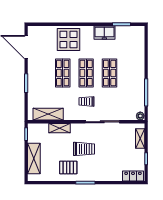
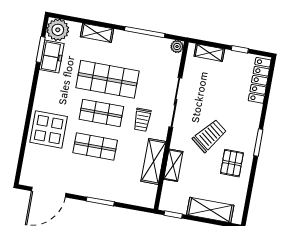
freezer: (104, 33) -> (52, 57), moved
plant: (137, 33) -> (58, 30), added
shelving: (140, 60) -> (97, 33), added
shop shelf: (110, 73) -> (107, 79), width x1.43, depth x1.36
shelving: (48, 114) -> (154, 161), moved
trolley: (84, 149) -> (210, 136), turned 38
locker: (133, 176) -> (260, 80), width x1.53

